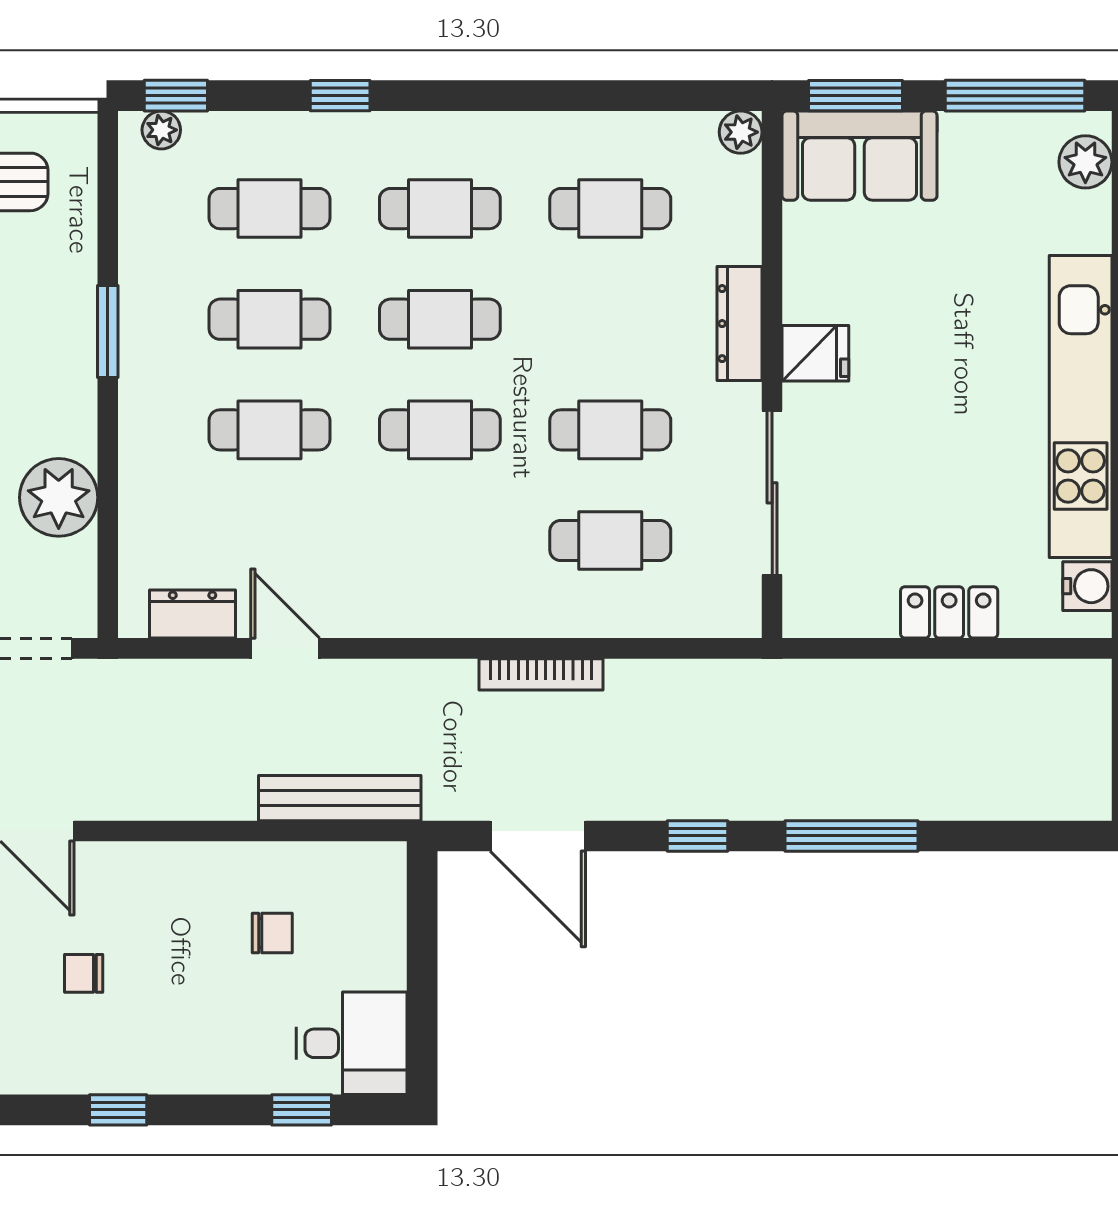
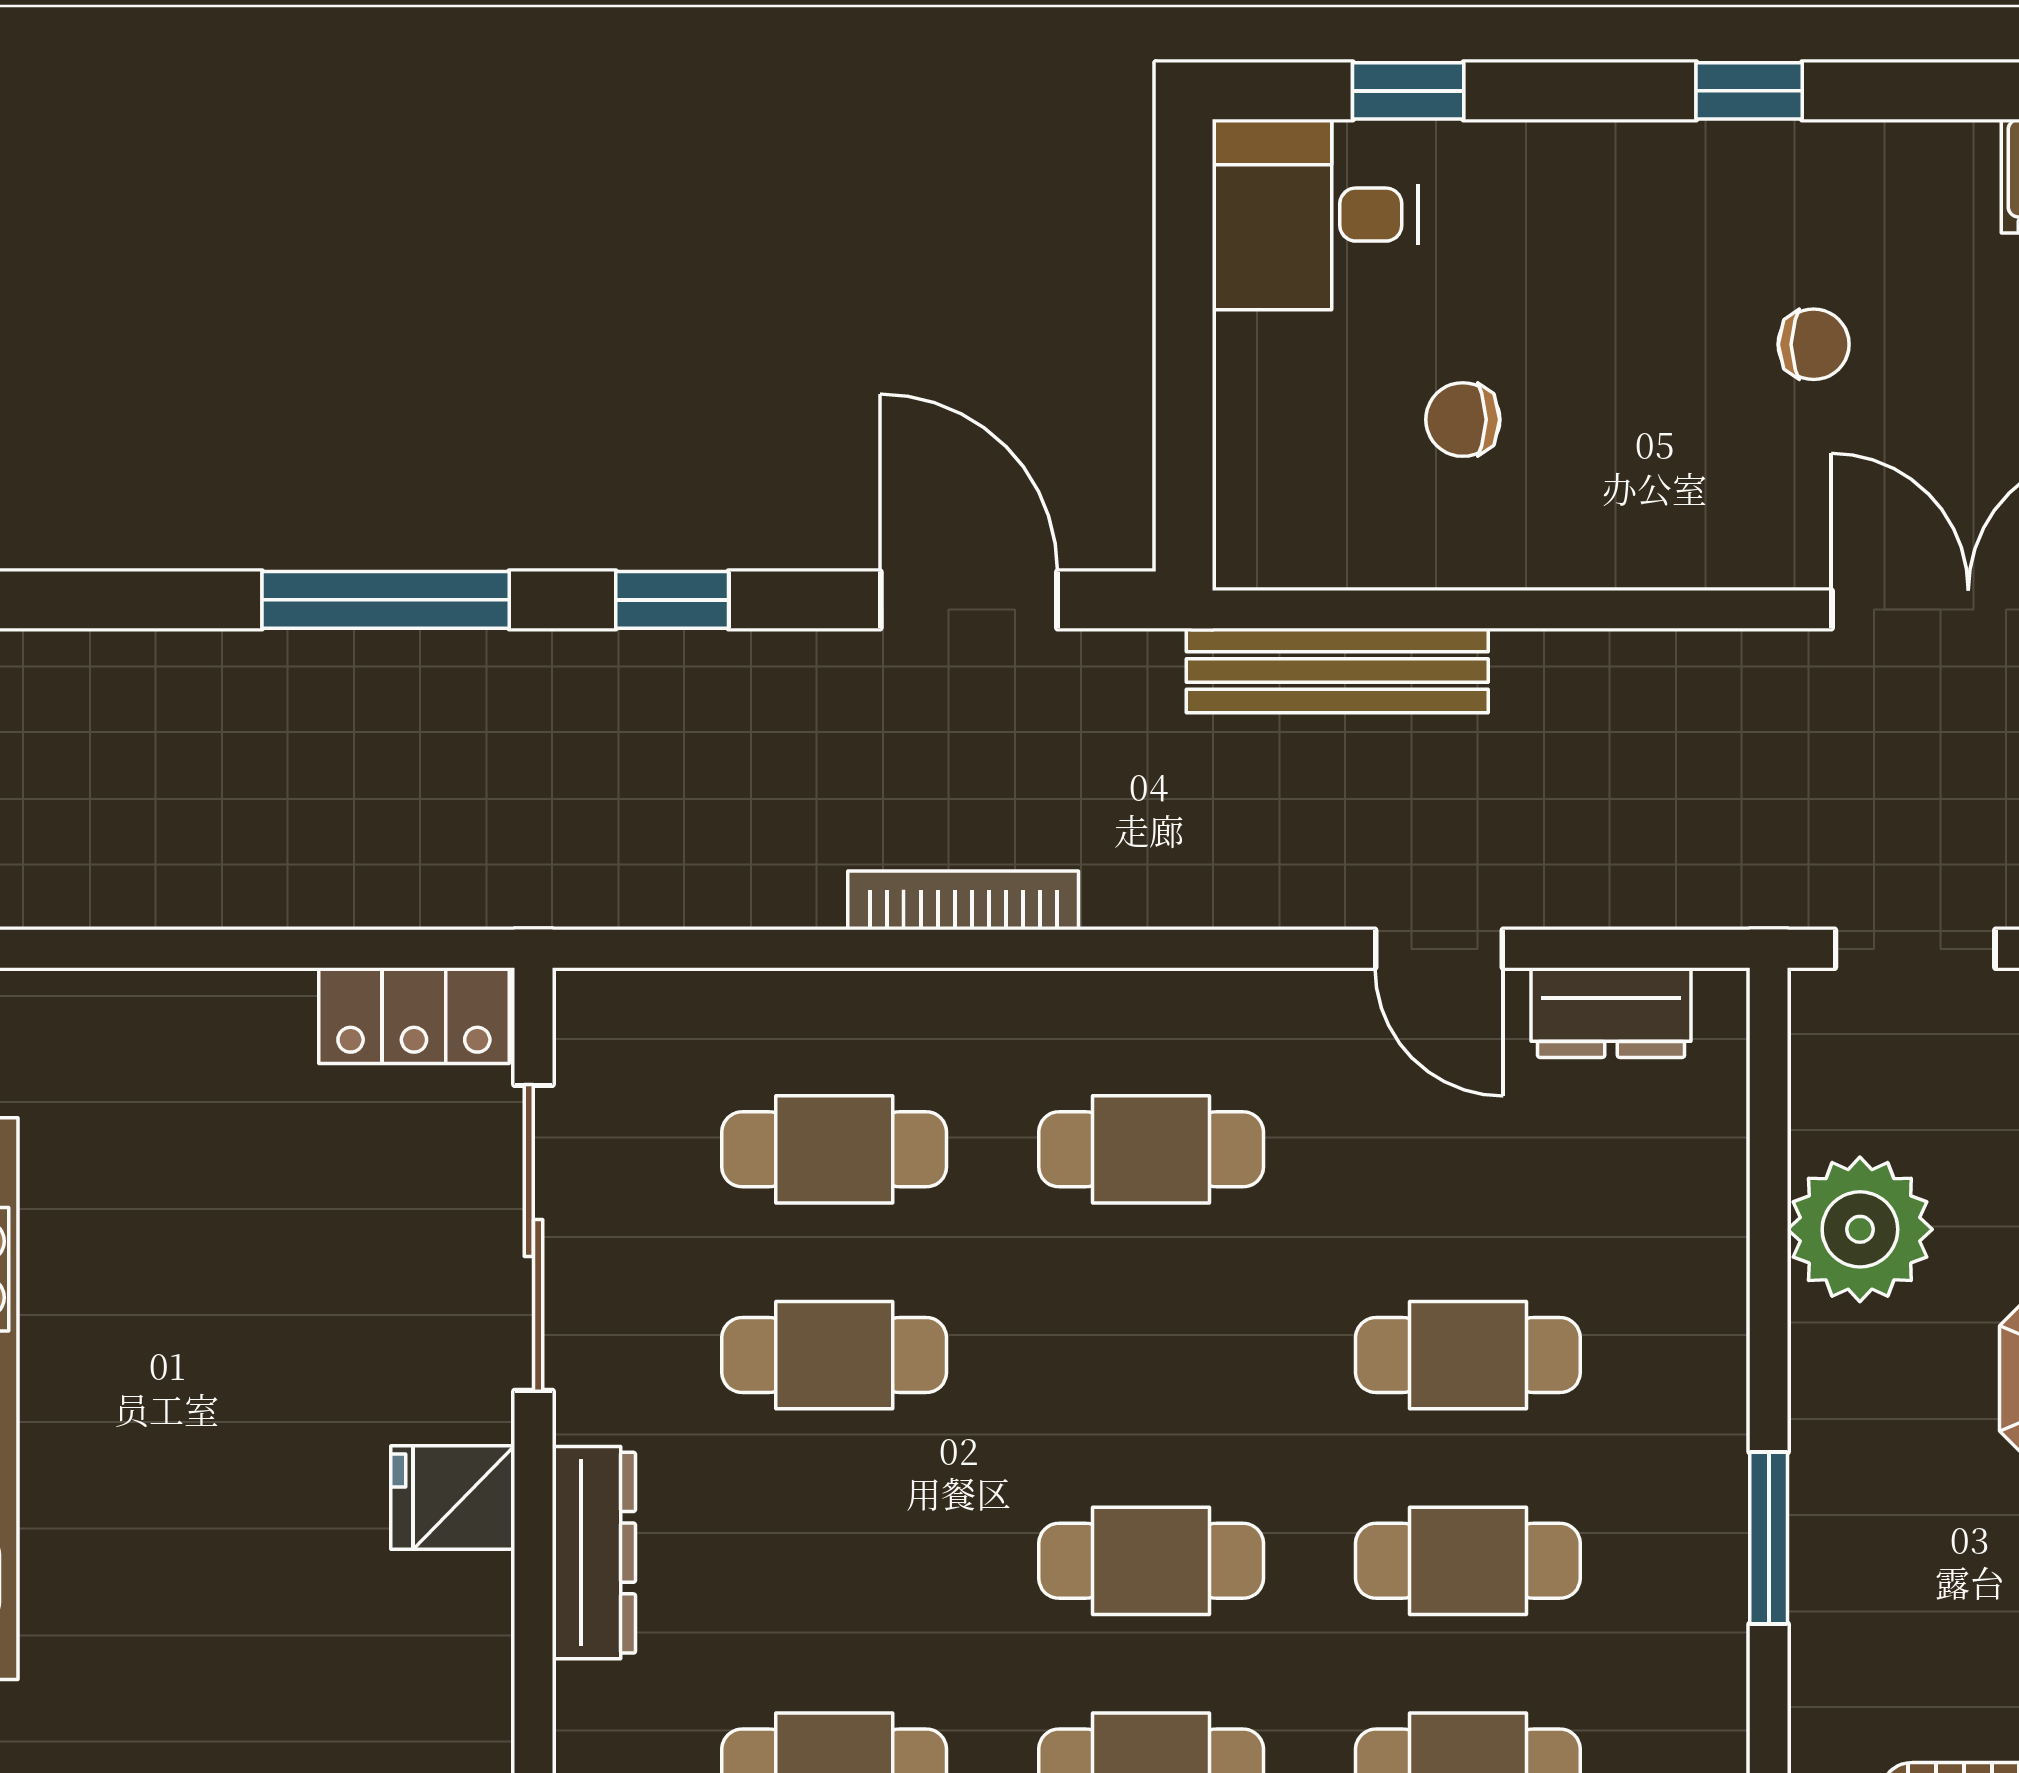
cafe table: (440, 430) -> (1151, 1149), moved
locker: (949, 612) -> (414, 1016), moved

